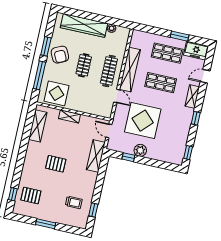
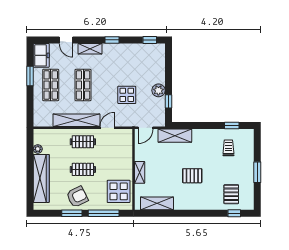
clothes rail: (109, 71) -> (83, 142), width x0.73
display table: (143, 121) -> (127, 95), width x0.54, depth x0.54
pallet: (56, 164) -> (192, 176), turned 90

